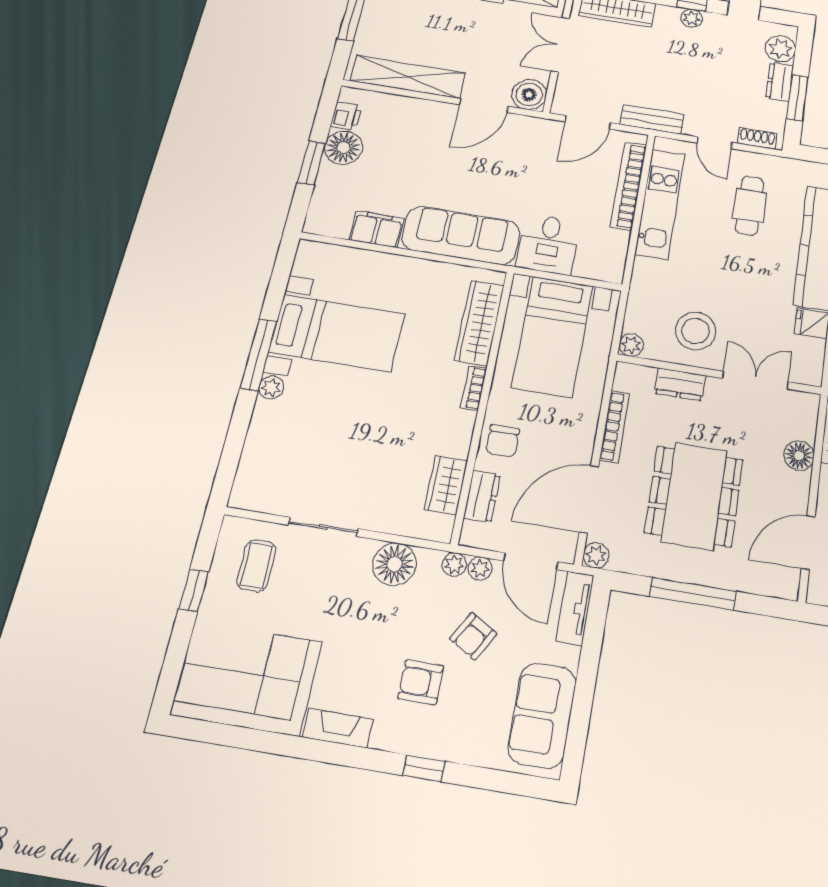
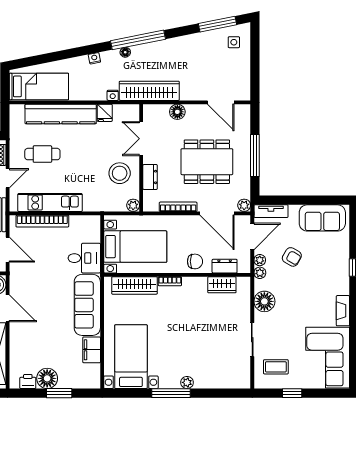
bed with nightstands: (337, 333) -> (131, 357), moved
armchair: (421, 682) -> (317, 277), removed

